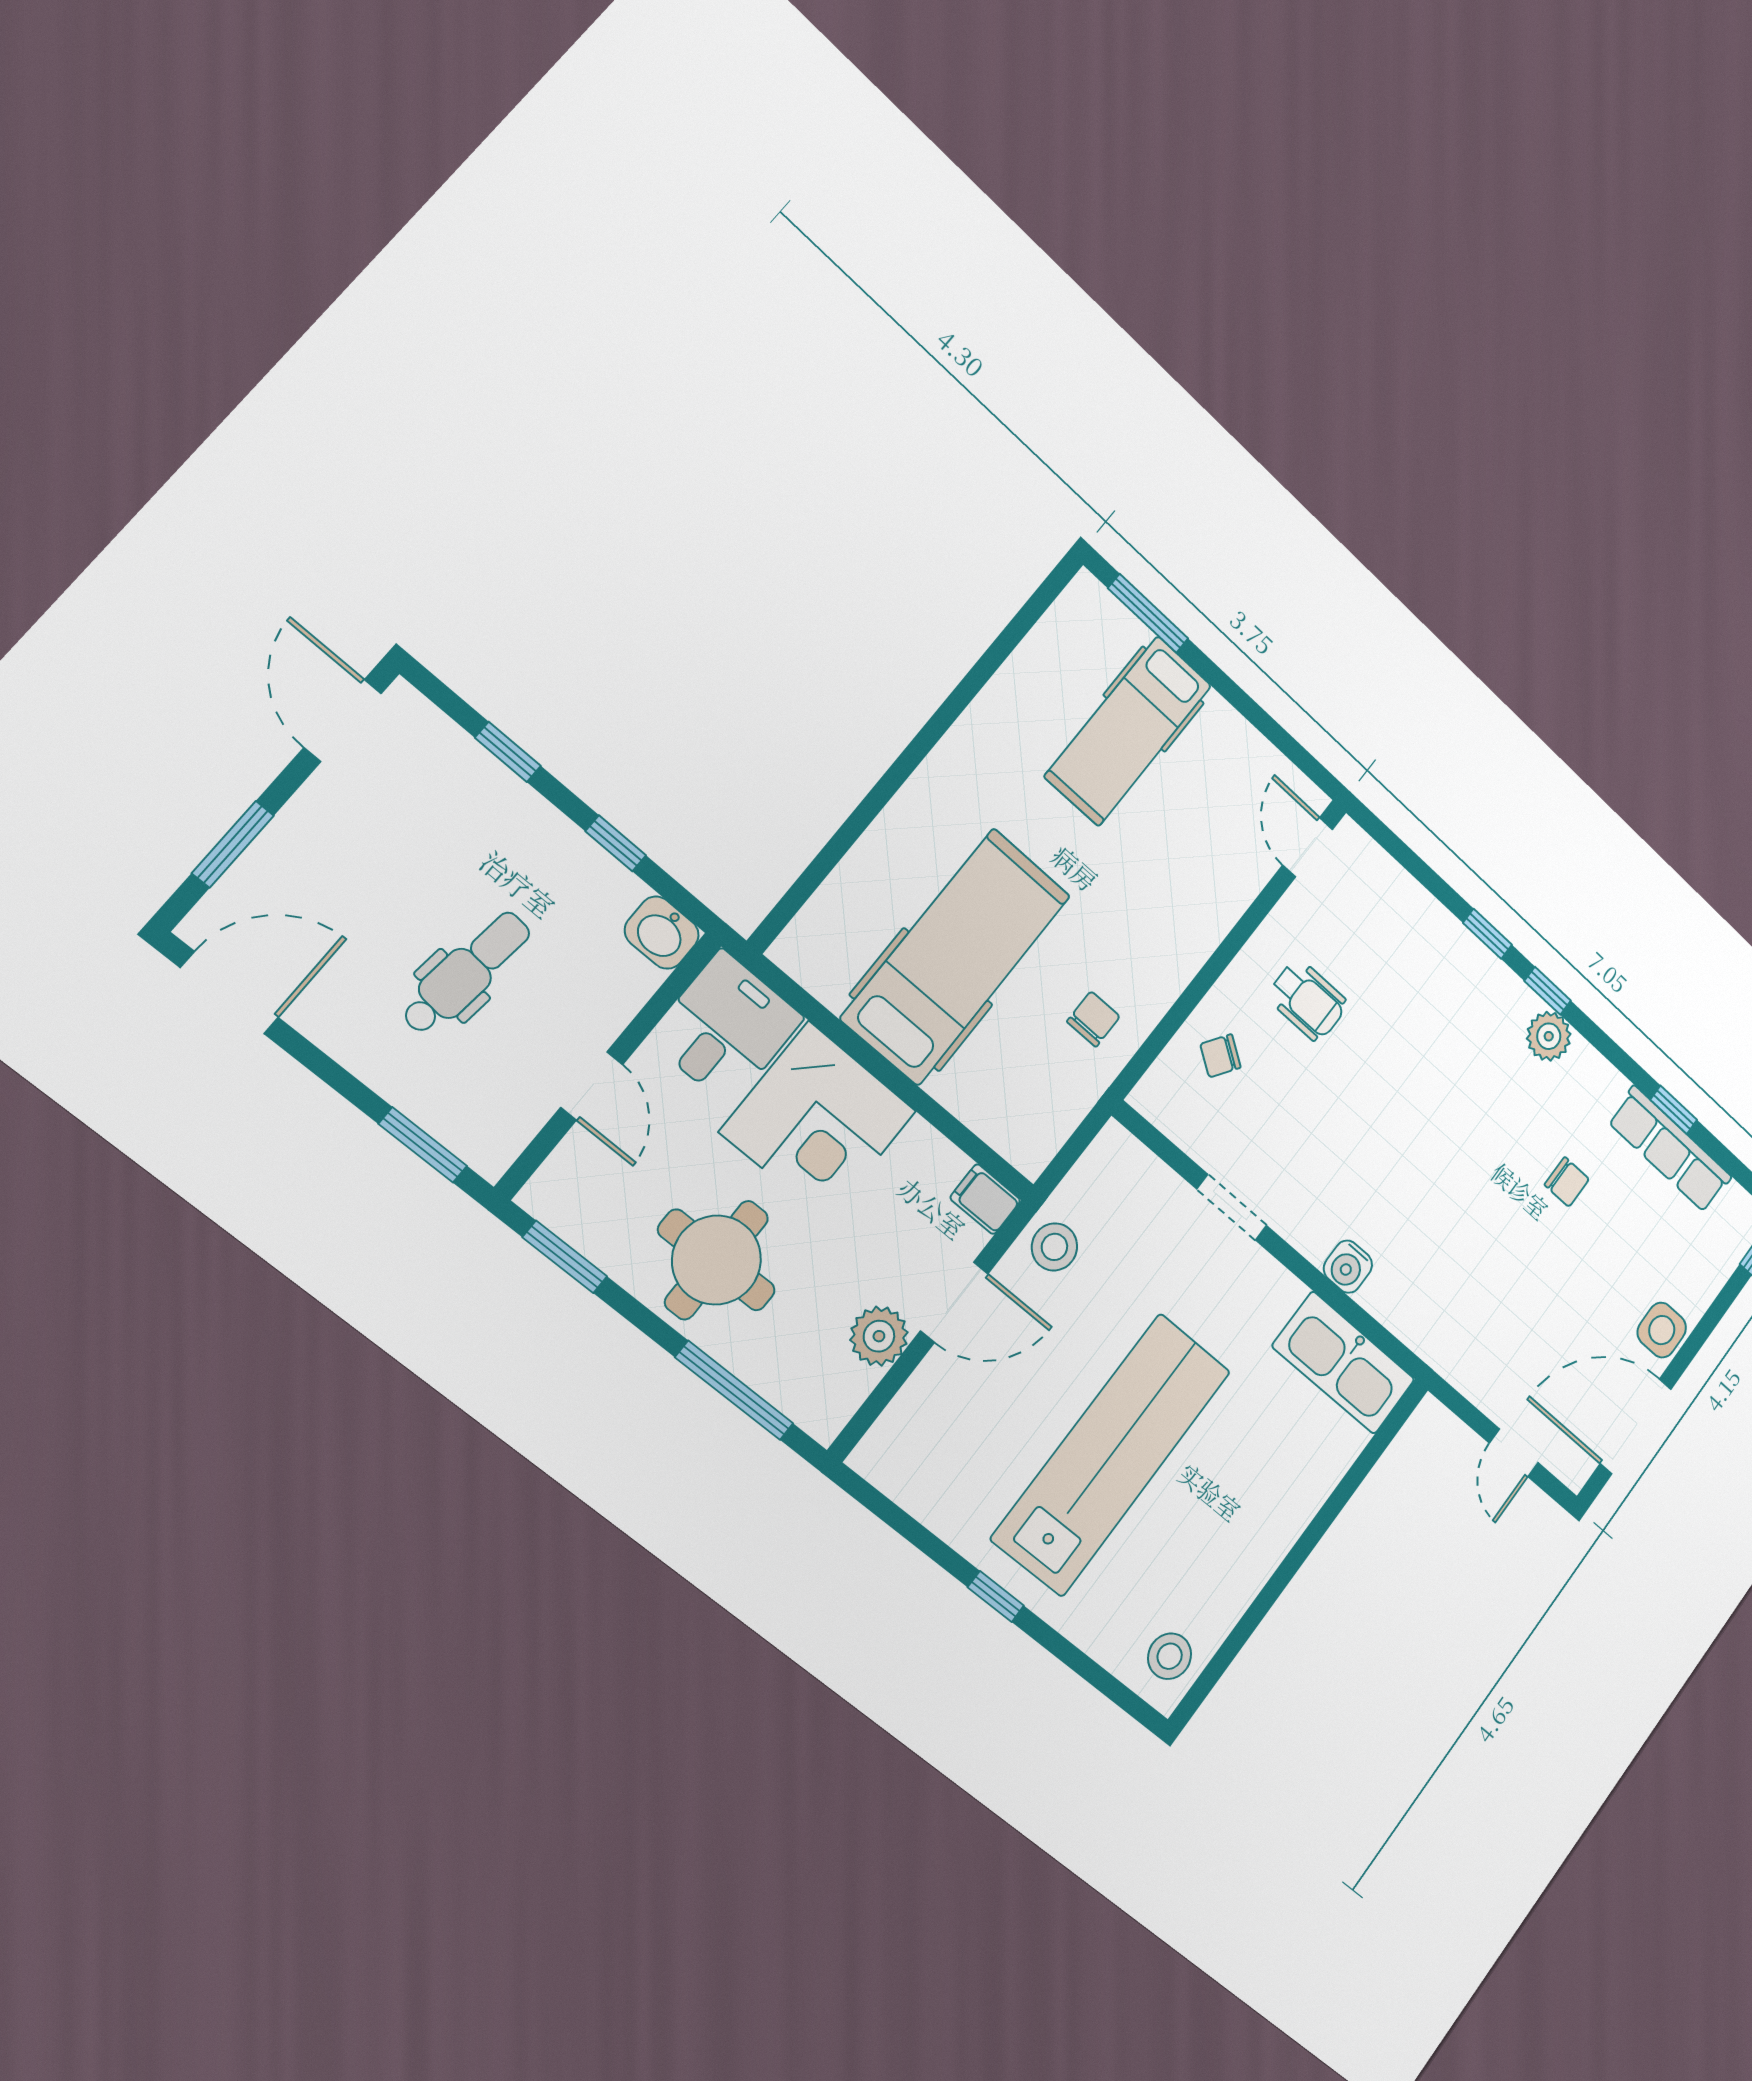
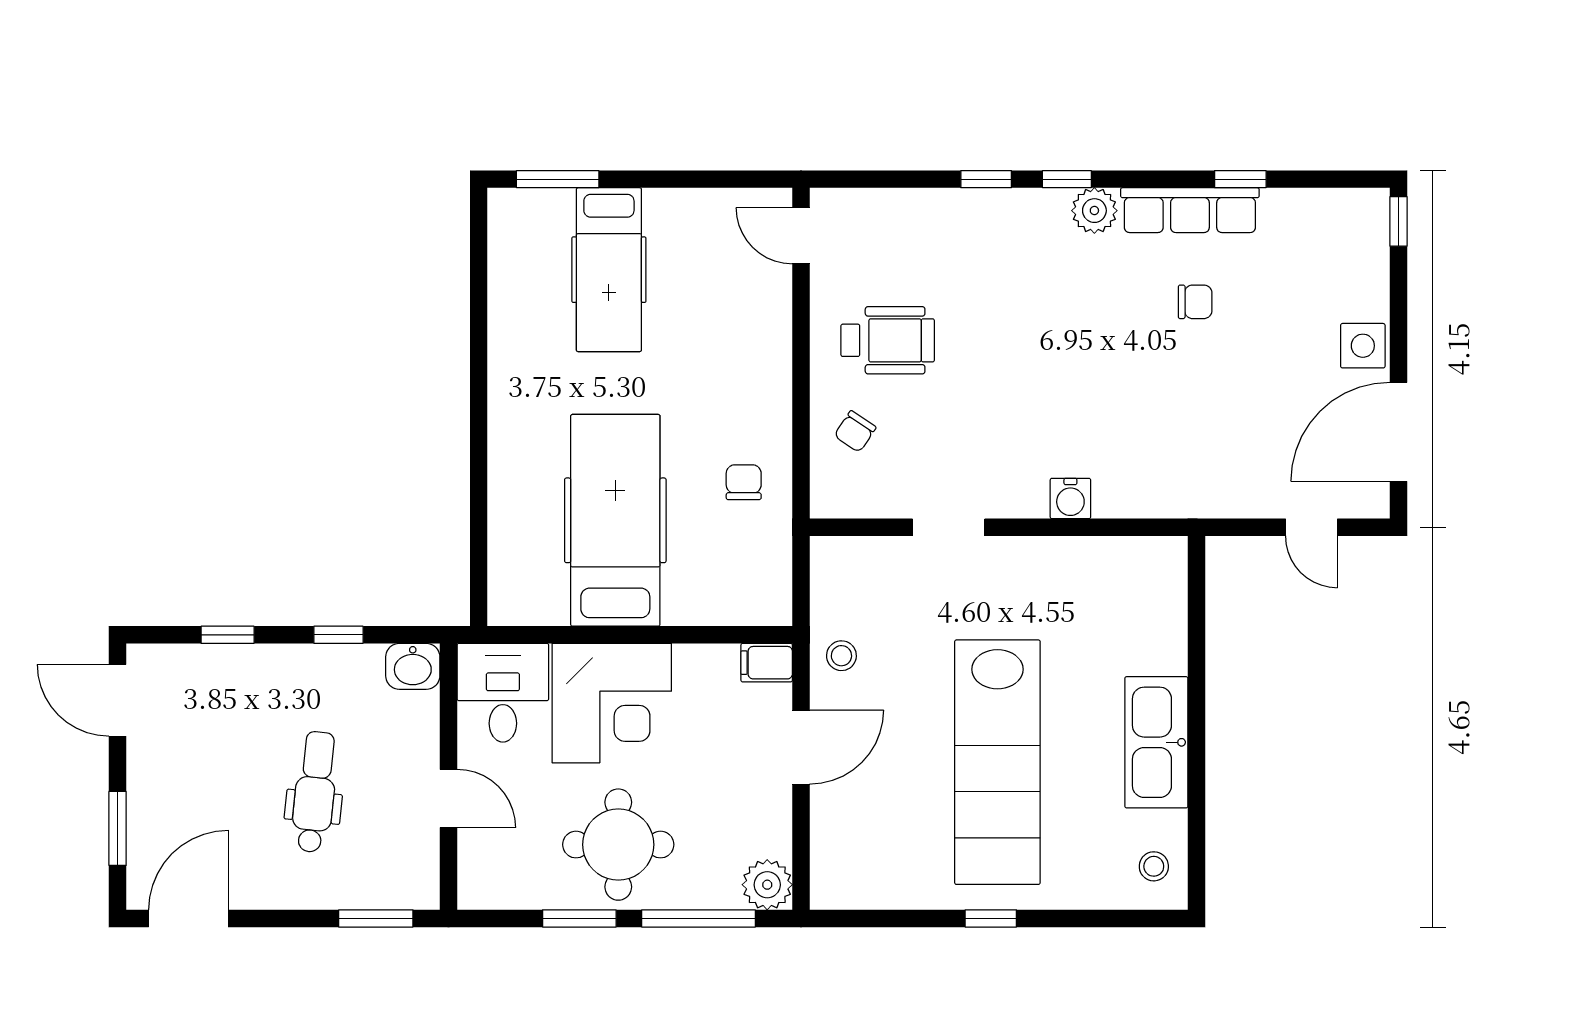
wheelchair: (1308, 1000) -> (888, 340), width x1.36, depth x1.37
row of seats: (1670, 1149) -> (1190, 210), moved
stool: (1054, 1247) -> (841, 656), width x0.73, depth x0.73
window: (565, 1257) -> (579, 918), moved
plant: (879, 1336) -> (767, 885), moved
kitchen sink: (1344, 1363) -> (1156, 742), moved, turned 90
lab bench: (1112, 1454) -> (997, 762), turned 180
stool: (1170, 1656) -> (1154, 866), width x0.73, depth x0.73

